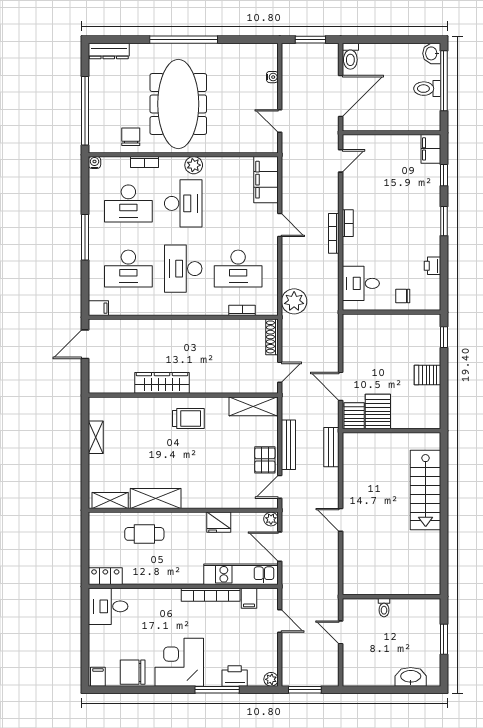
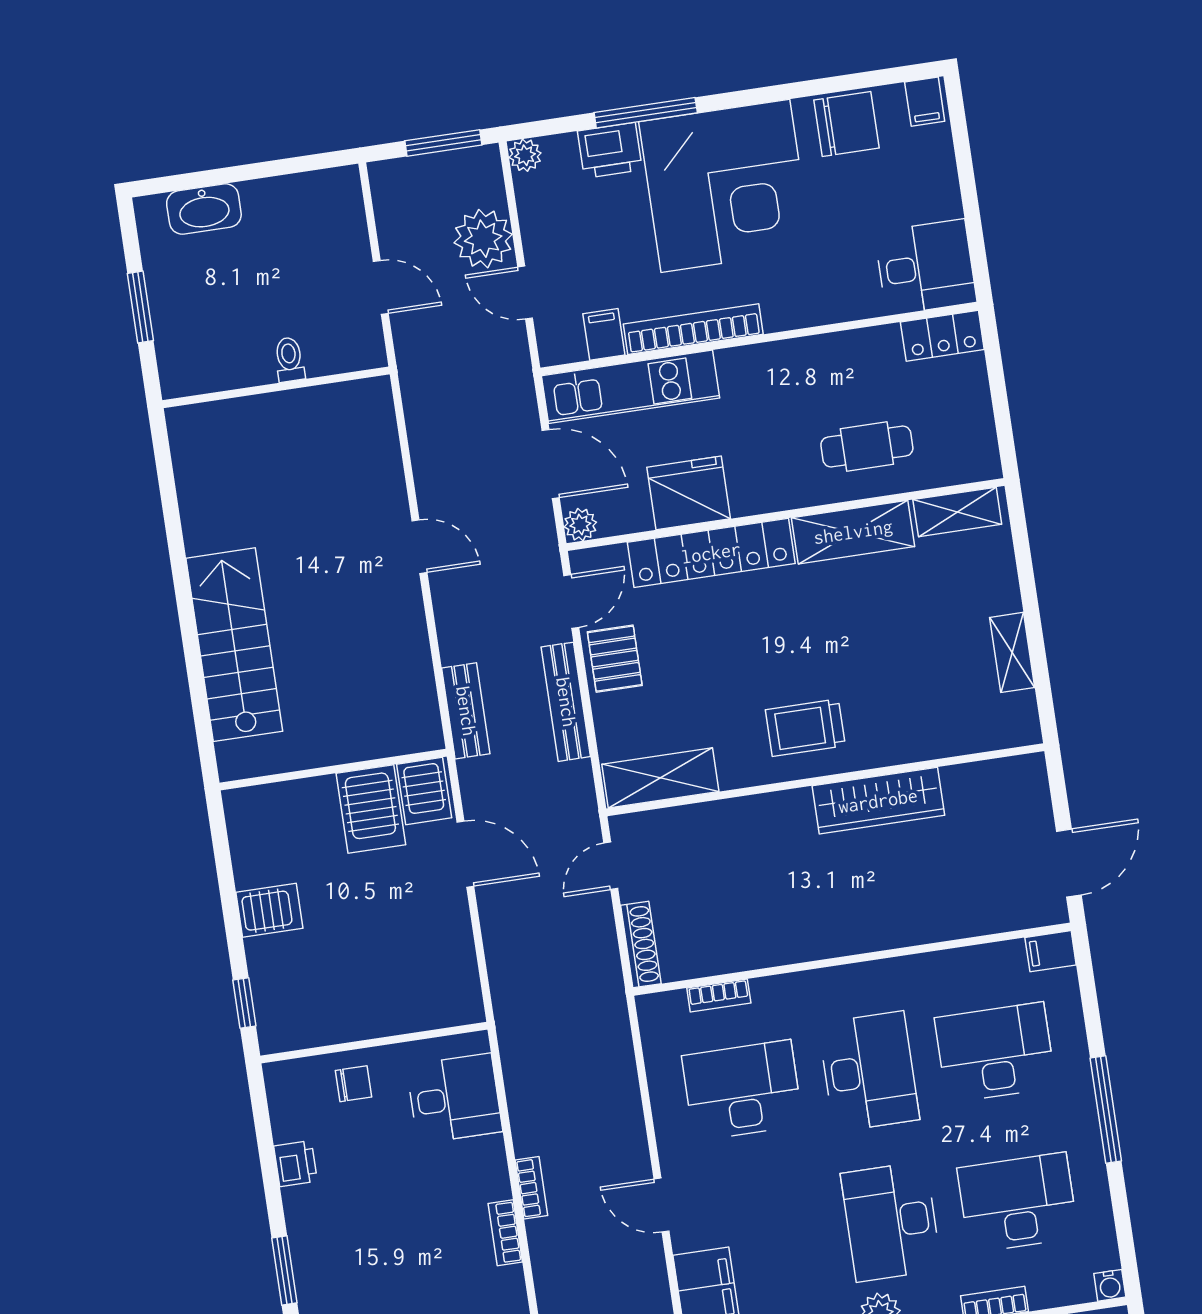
bookcase: (334, 233) -> (531, 1188), width x0.64
plant: (294, 301) -> (483, 239), moved
locker: (217, 499) -> (711, 553), added
fridge: (219, 522) -> (689, 493), width x1.36, depth x1.34
corner desk: (179, 662) -> (725, 186), width x1.36, depth x1.36

